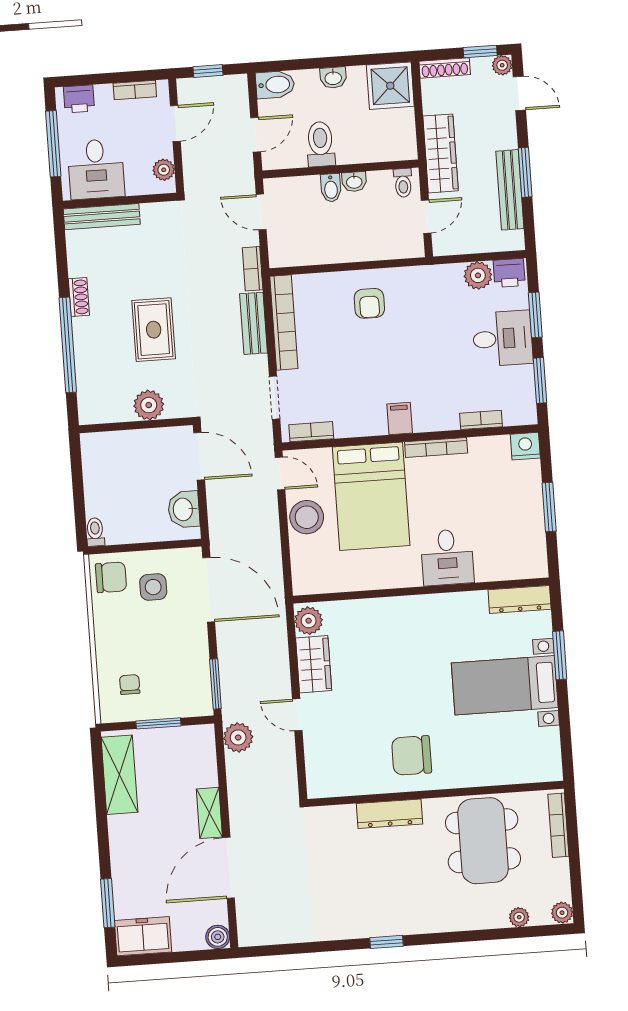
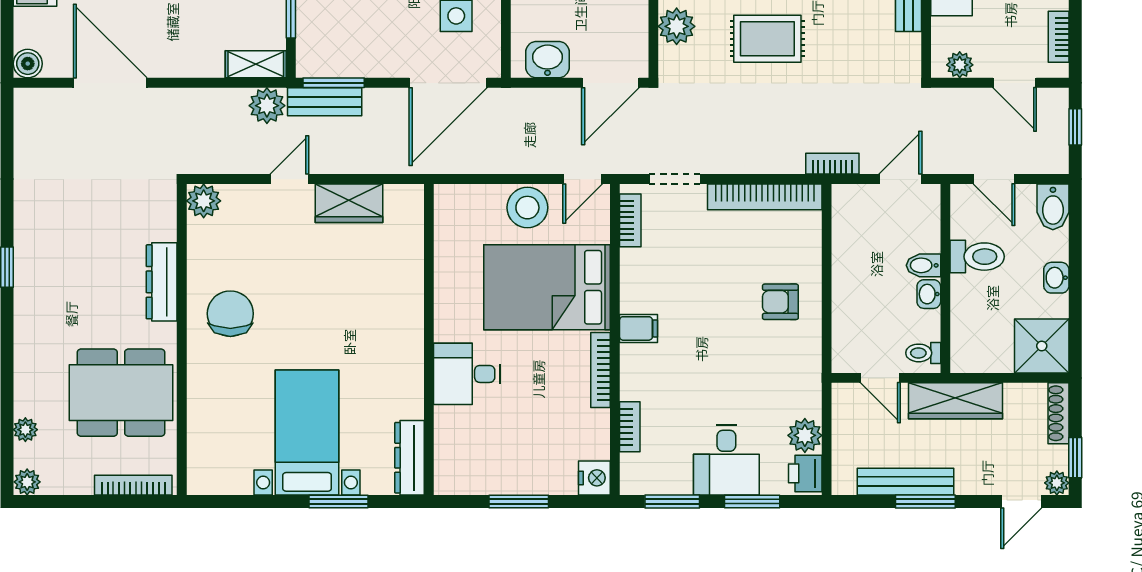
bench: (254, 323) -> (325, 102), moved
plant: (309, 621) -> (204, 201), moved
shelving: (209, 813) -> (256, 64), moved

